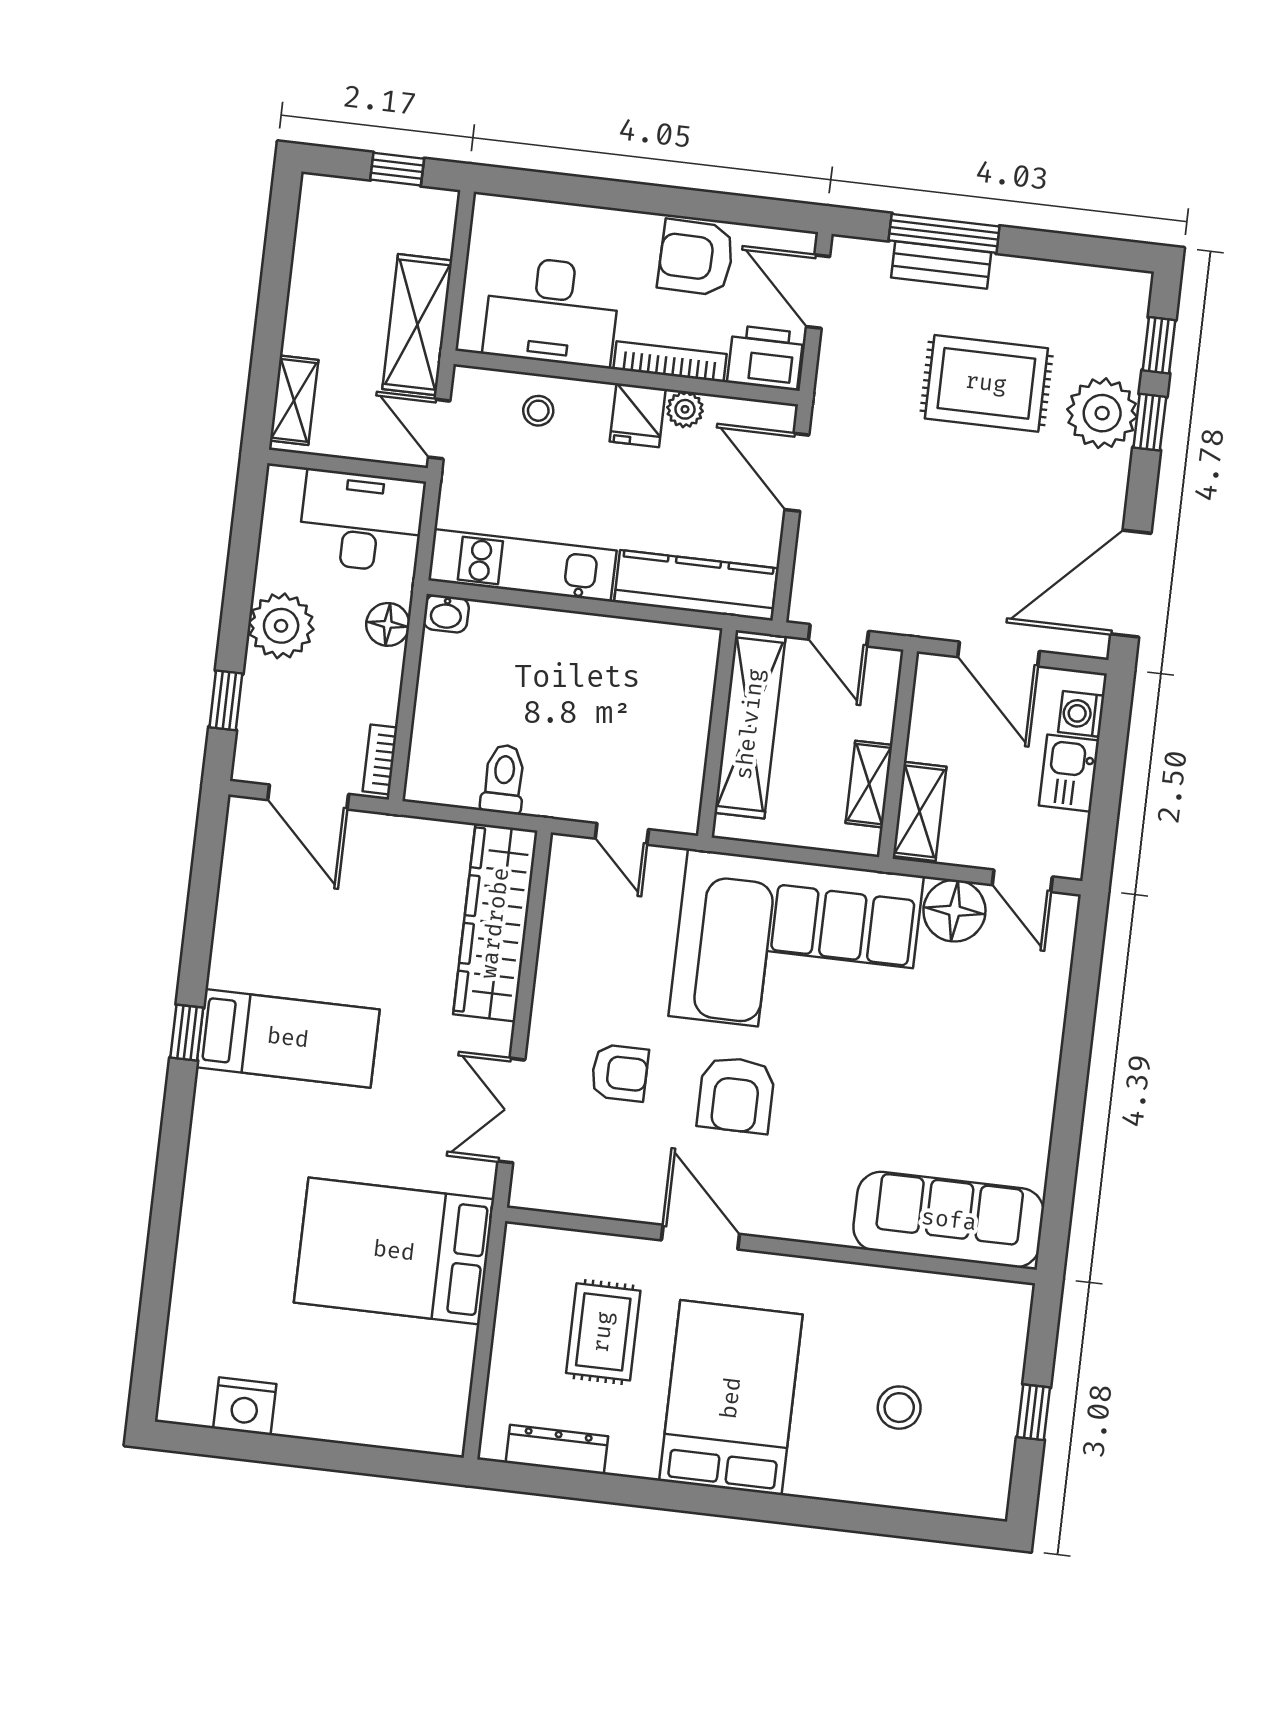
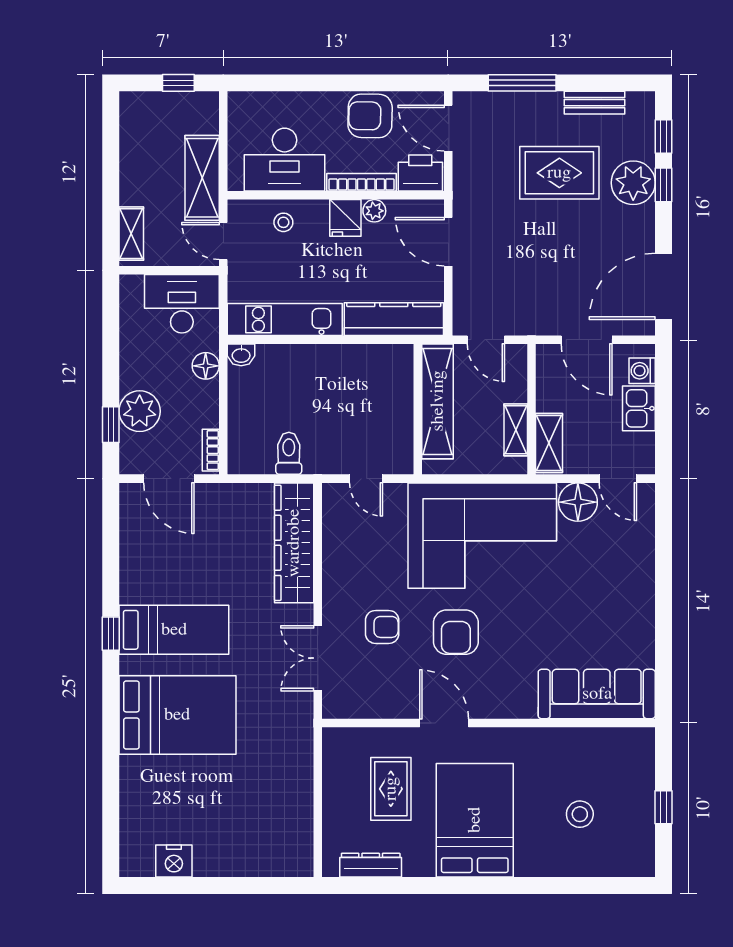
bench: (941, 265) -> (595, 103), moved
plant: (281, 626) -> (140, 411), moved
bed: (394, 1251) -> (177, 715), moved, turned 180

